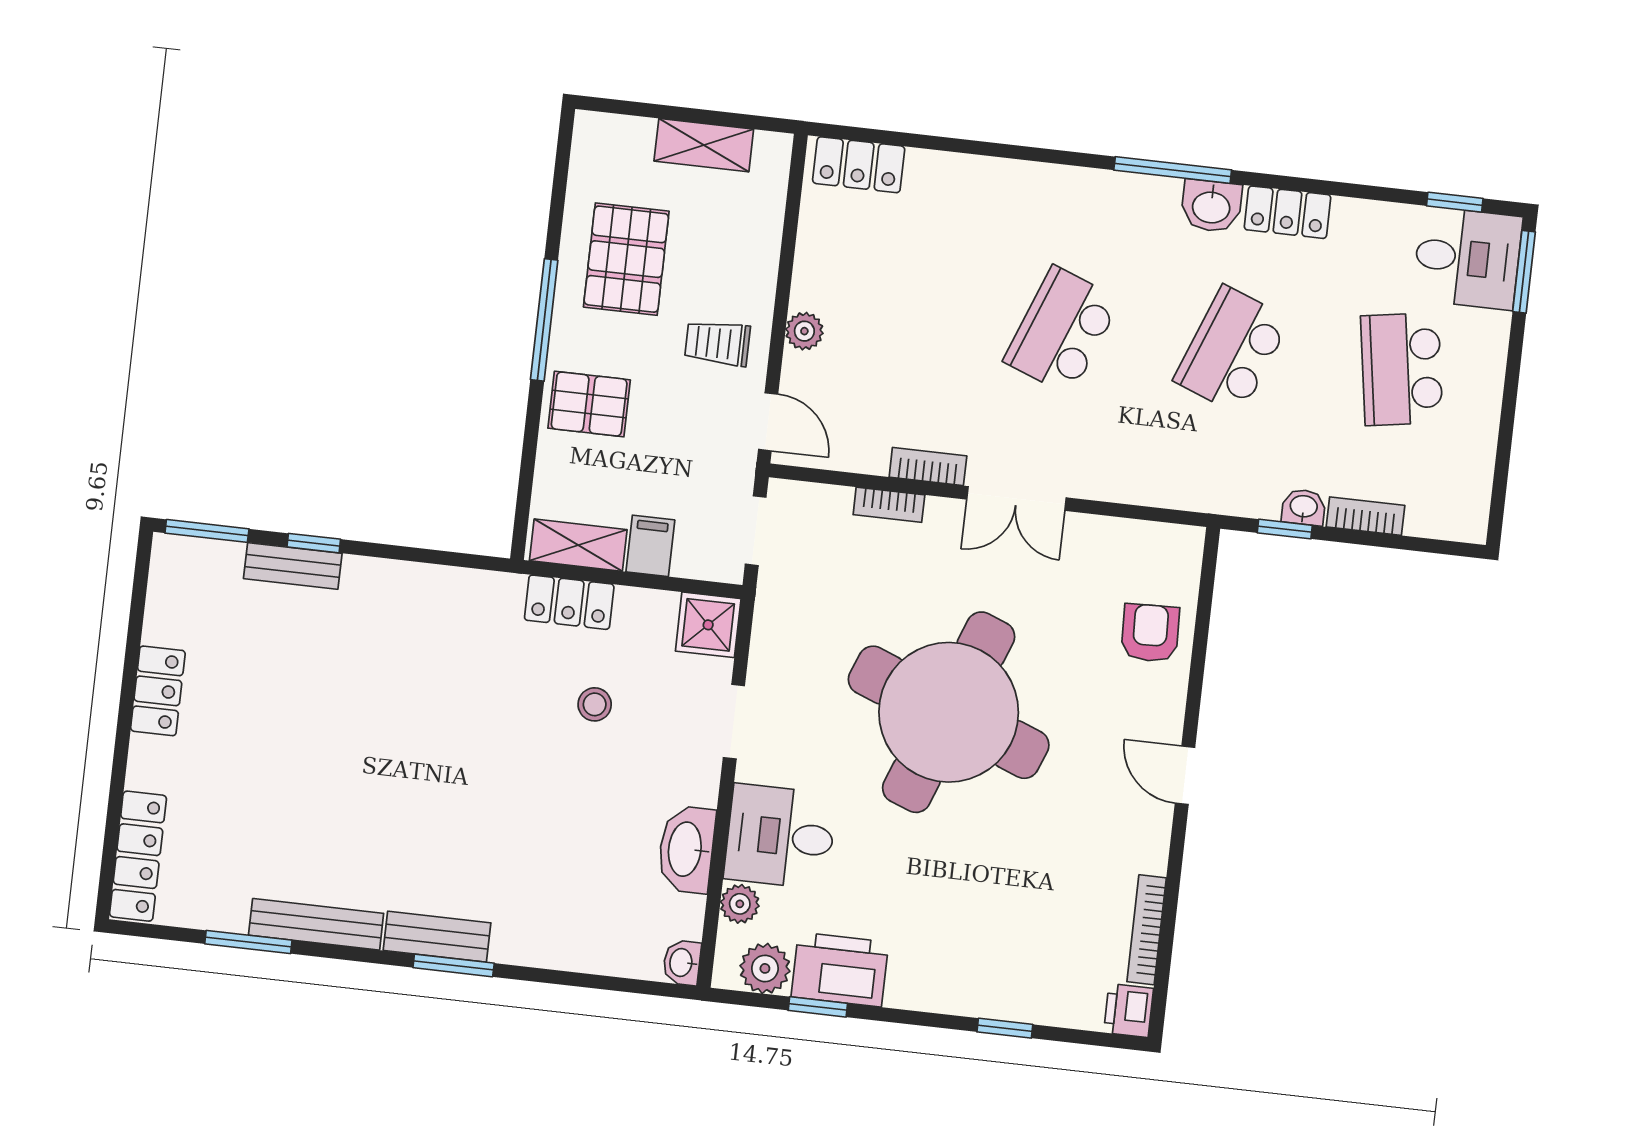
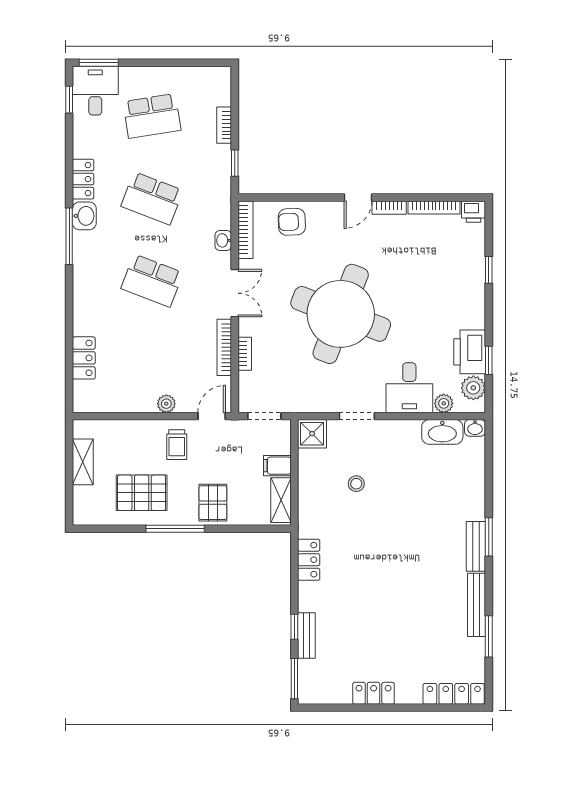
locker: (859, 165) -> (84, 358), moved
bookcase: (928, 466) -> (224, 347), width x1.56
washbasin: (1304, 507) -> (223, 240), moved
bookcase: (1145, 536) -> (246, 230), added
locker: (569, 602) -> (309, 560), moved
bookcase: (1157, 837) -> (389, 208), added
washbasin: (686, 849) -> (442, 432), moved

